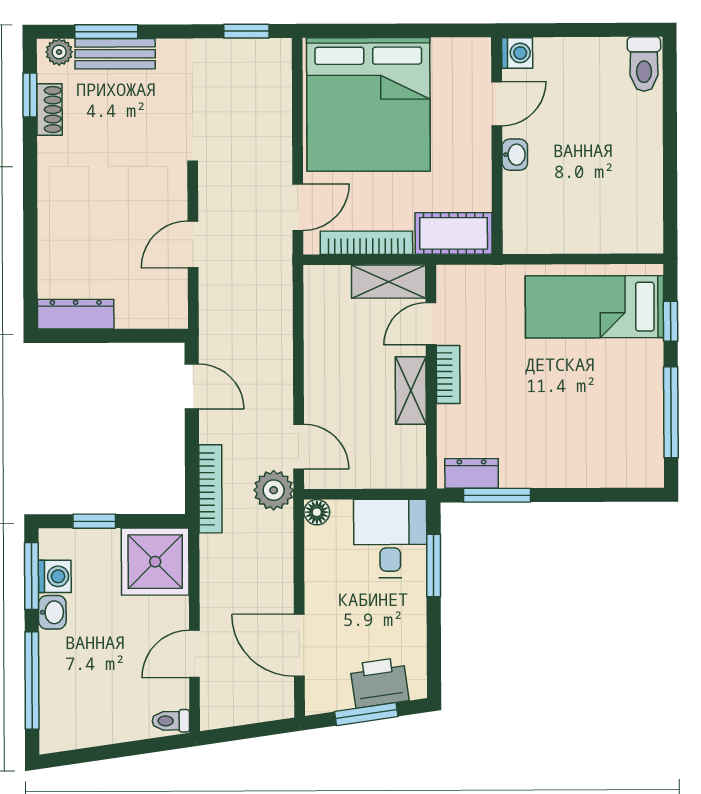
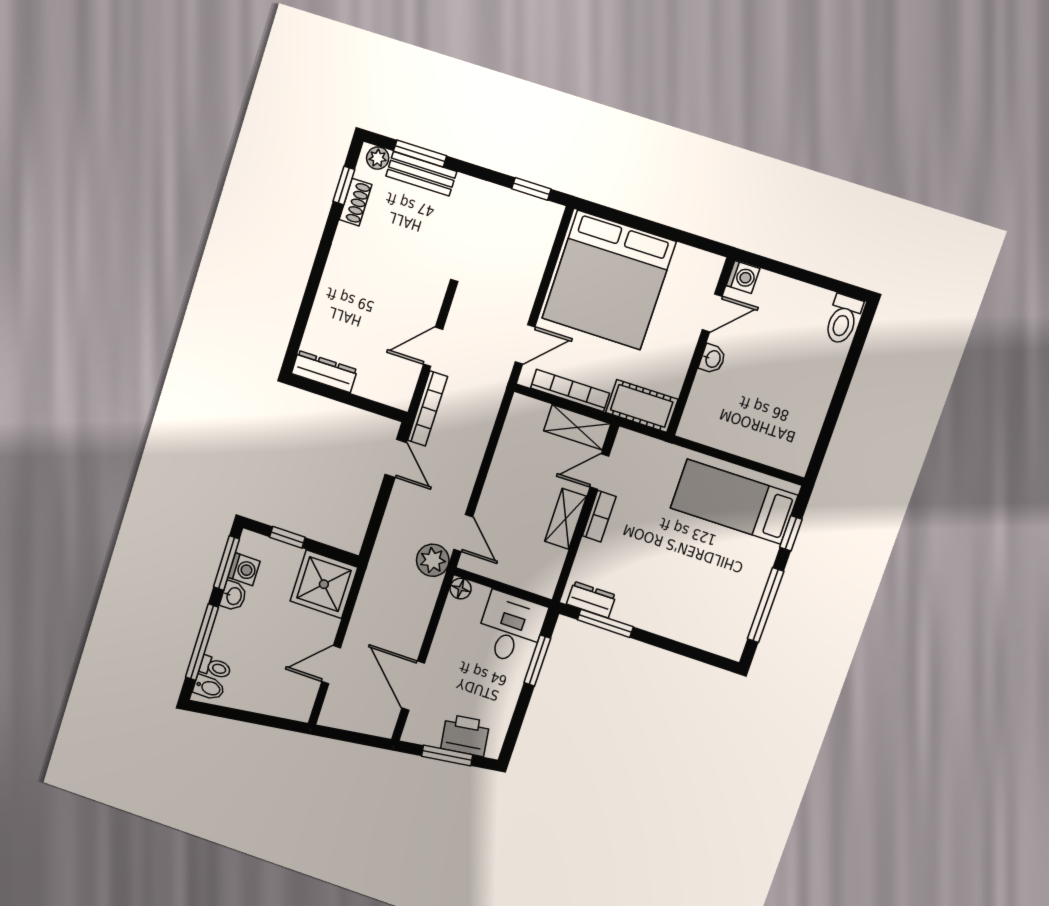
bookcase: (210, 489) -> (428, 408), moved
toilet: (171, 721) -> (215, 668), moved, turned 180
bidet: (58, 732) -> (209, 688), added

